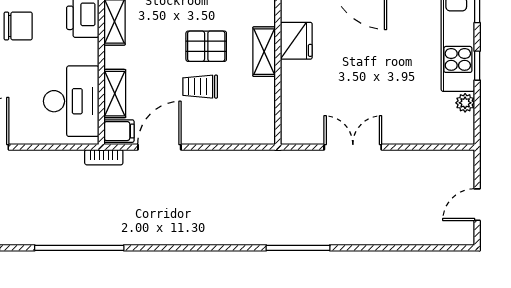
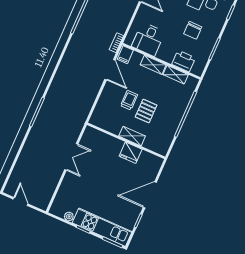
shelving: (115, 94) -> (153, 65), moved
desk: (71, 101) -> (148, 39), width x0.73

